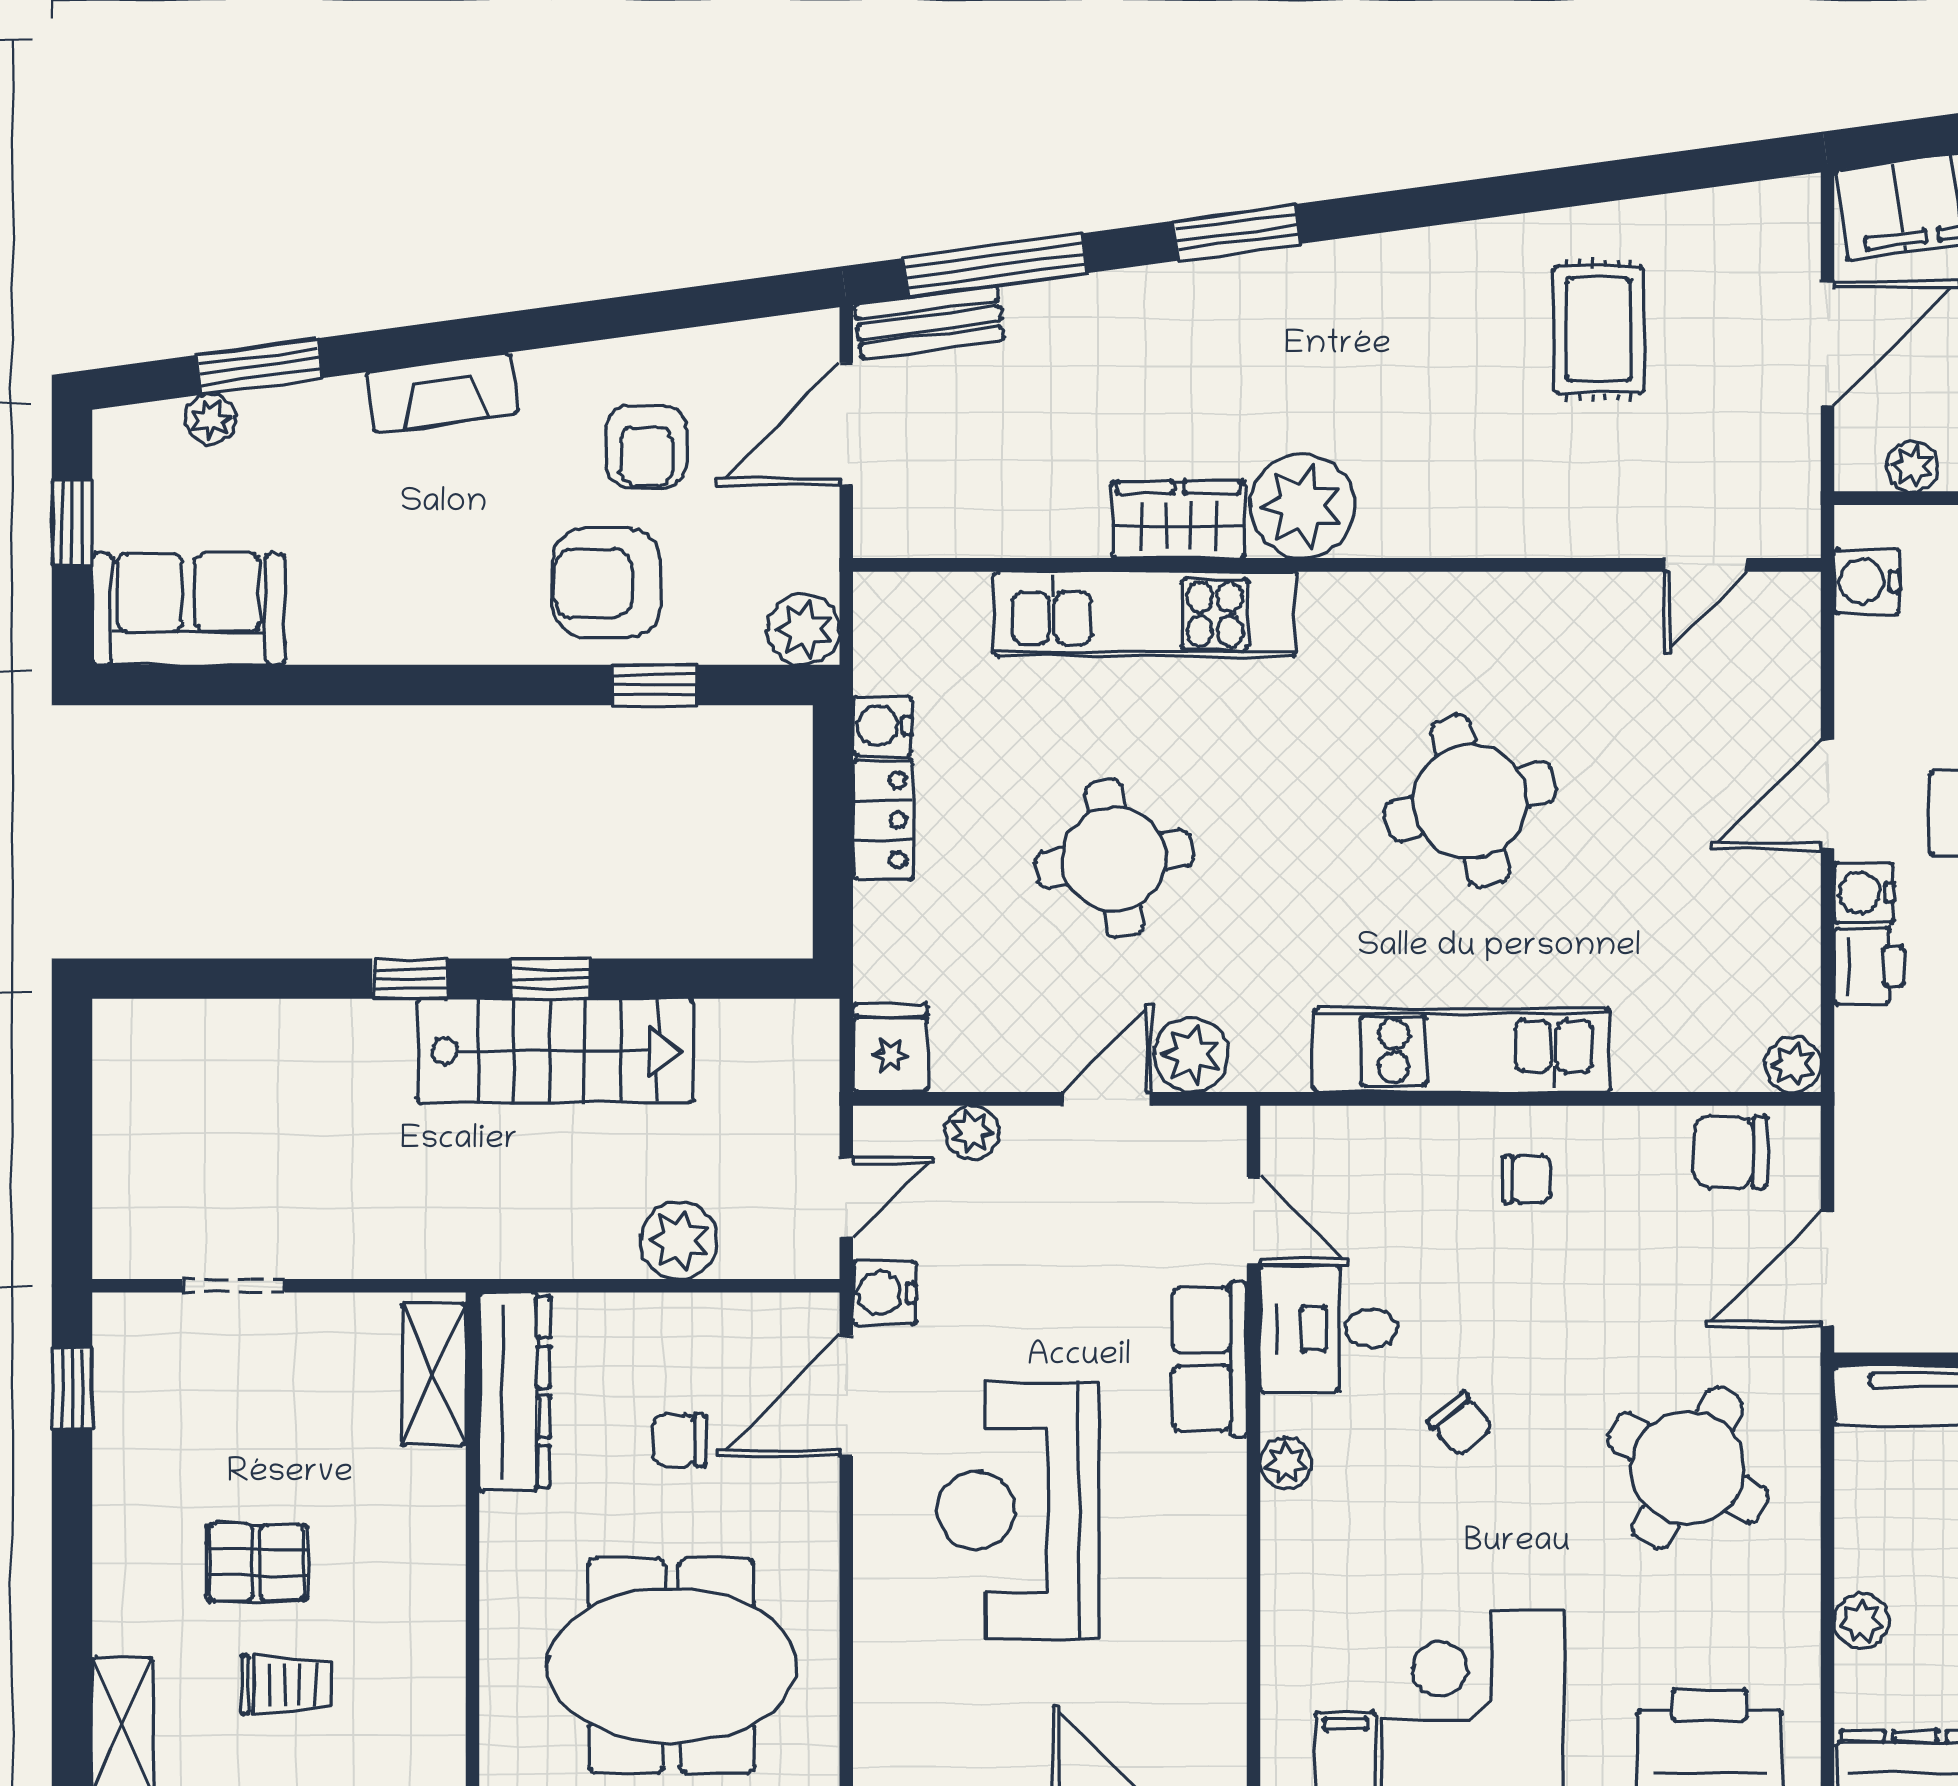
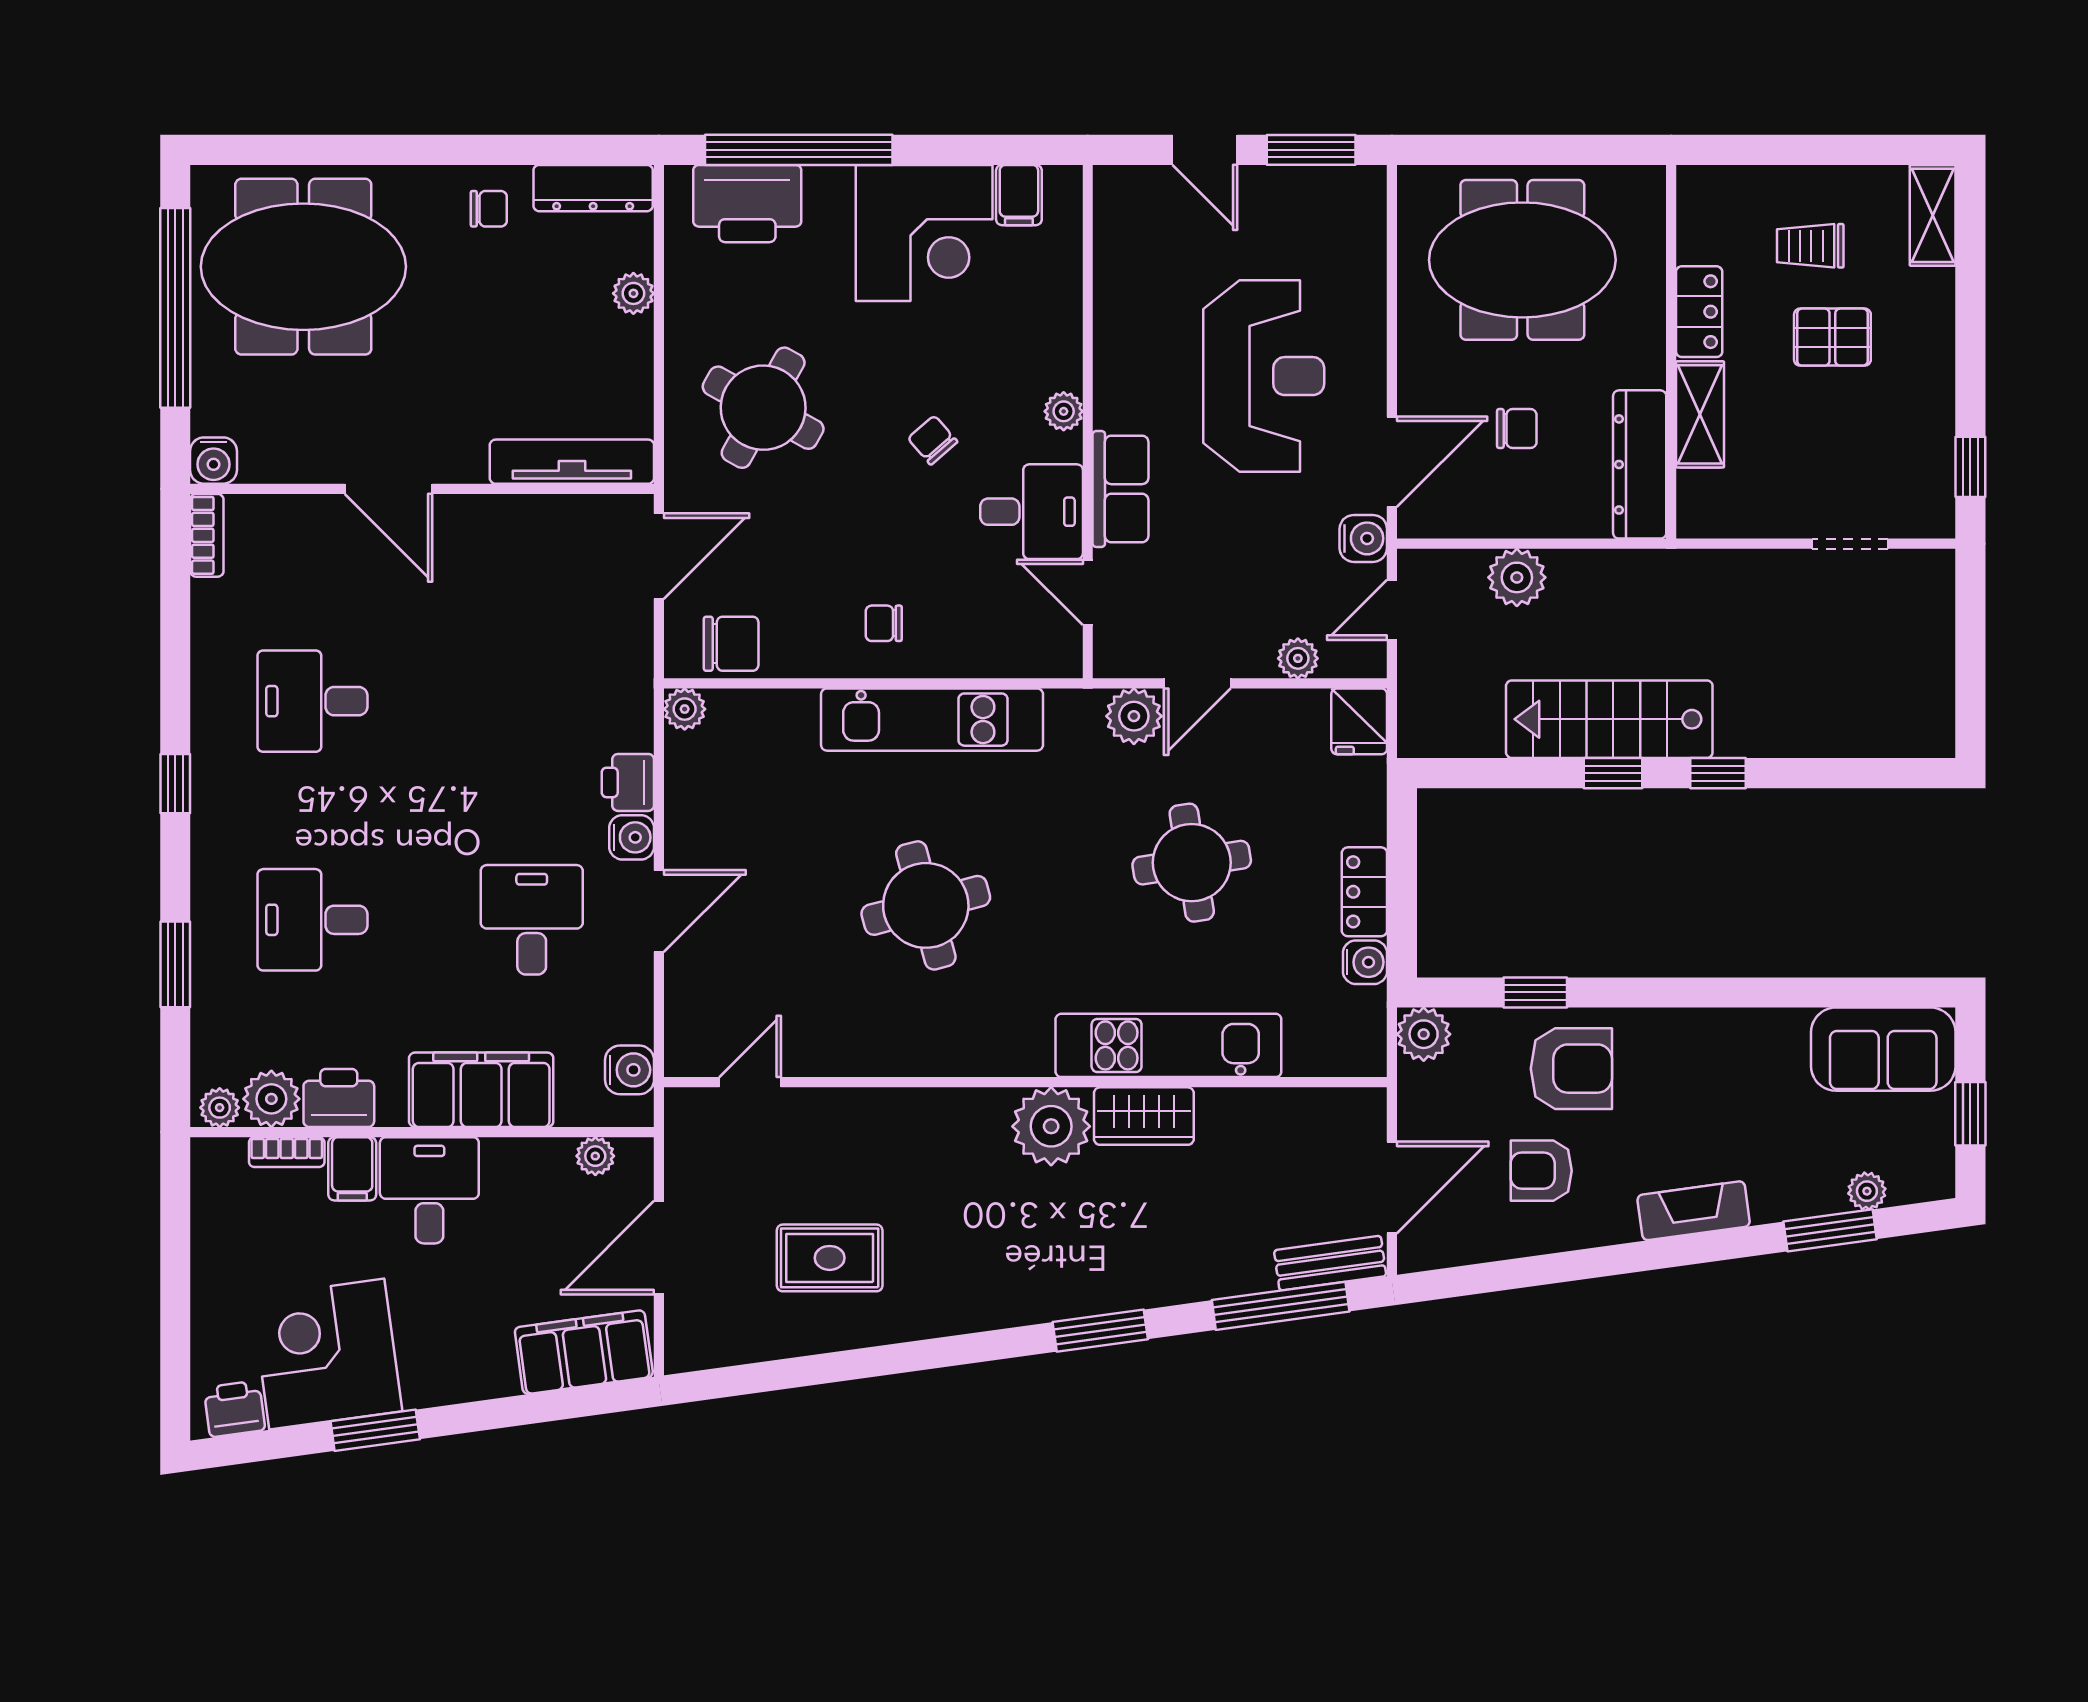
rug: (1599, 330) -> (830, 1258), turned 90
armchair: (646, 447) -> (1541, 1171), turned -90
shelving: (434, 1374) -> (1700, 414), moved
locker: (435, 1596) -> (1699, 312), added

